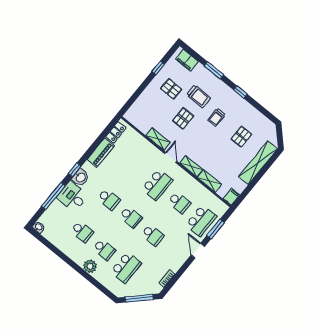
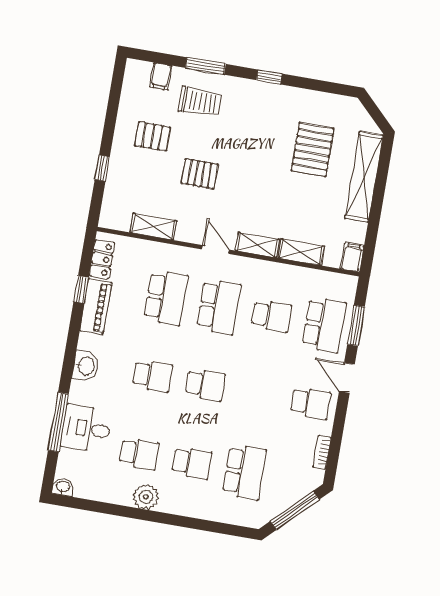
filing cabinet: (187, 60) -> (161, 76), width x0.50
window: (158, 68) -> (102, 168), moved
trolley: (198, 96) -> (200, 102), moved
trolley: (217, 117) -> (254, 141), removed
pallet: (183, 118) -> (200, 174), turned 90
pallet: (241, 137) -> (313, 150), width x1.50, depth x1.42
shelving: (158, 139) -> (153, 227), moved
school desk: (135, 167) -> (166, 298), added
window: (75, 170) -> (81, 290), moved
desk: (73, 197) -> (86, 429), moved
school desk: (153, 235) -> (311, 403), moved
plant: (90, 266) -> (146, 497), moved

